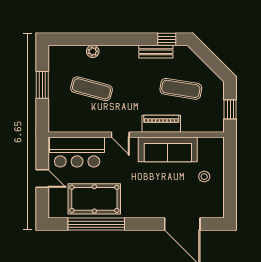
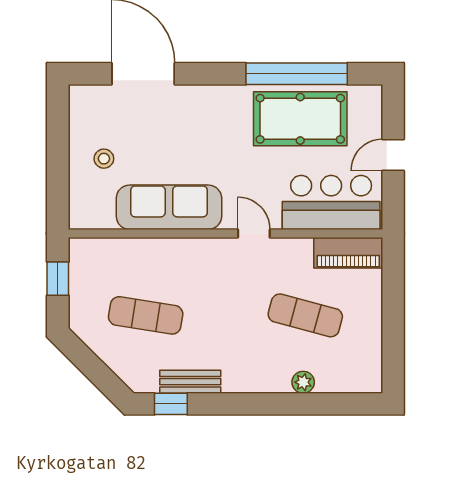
window: (42, 85) -> (393, 323), removed
piano: (161, 124) -> (348, 253), moved
door: (42, 179) -> (393, 155), hinge flipped

